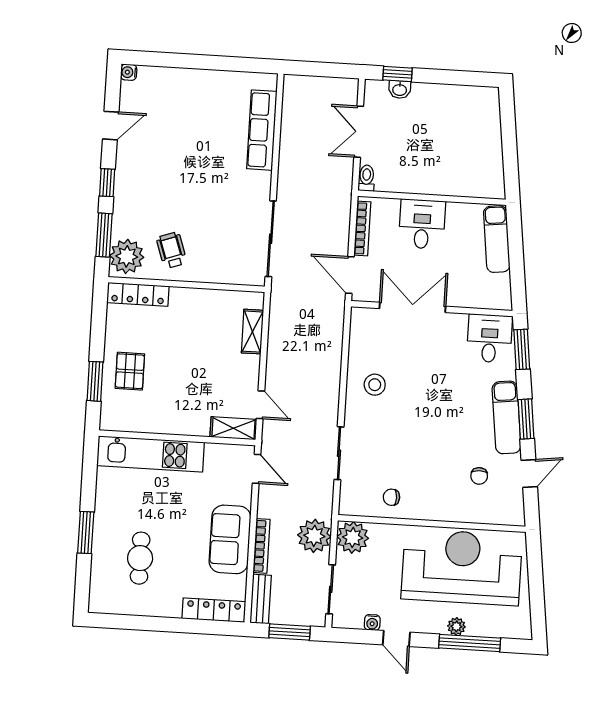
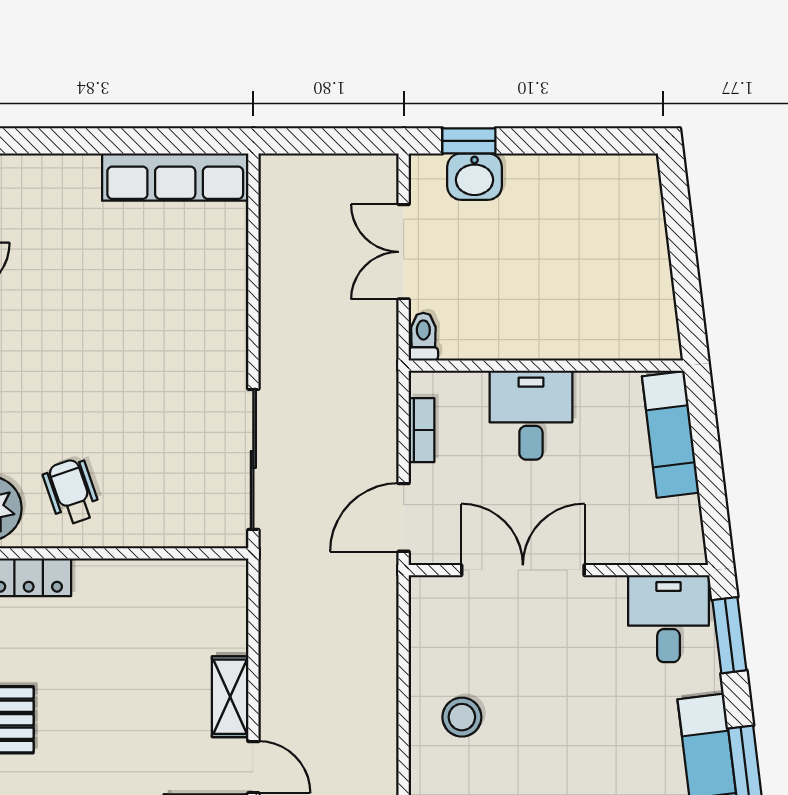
washbasin: (400, 90) -> (475, 177), width x1.38, depth x1.45
row of seats: (262, 130) -> (175, 177), moved, turned -90
bookcase: (362, 228) -> (422, 430), width x0.64
door: (350, 275) -> (404, 517), hinge flipped
shelving: (252, 332) -> (230, 697), moved

